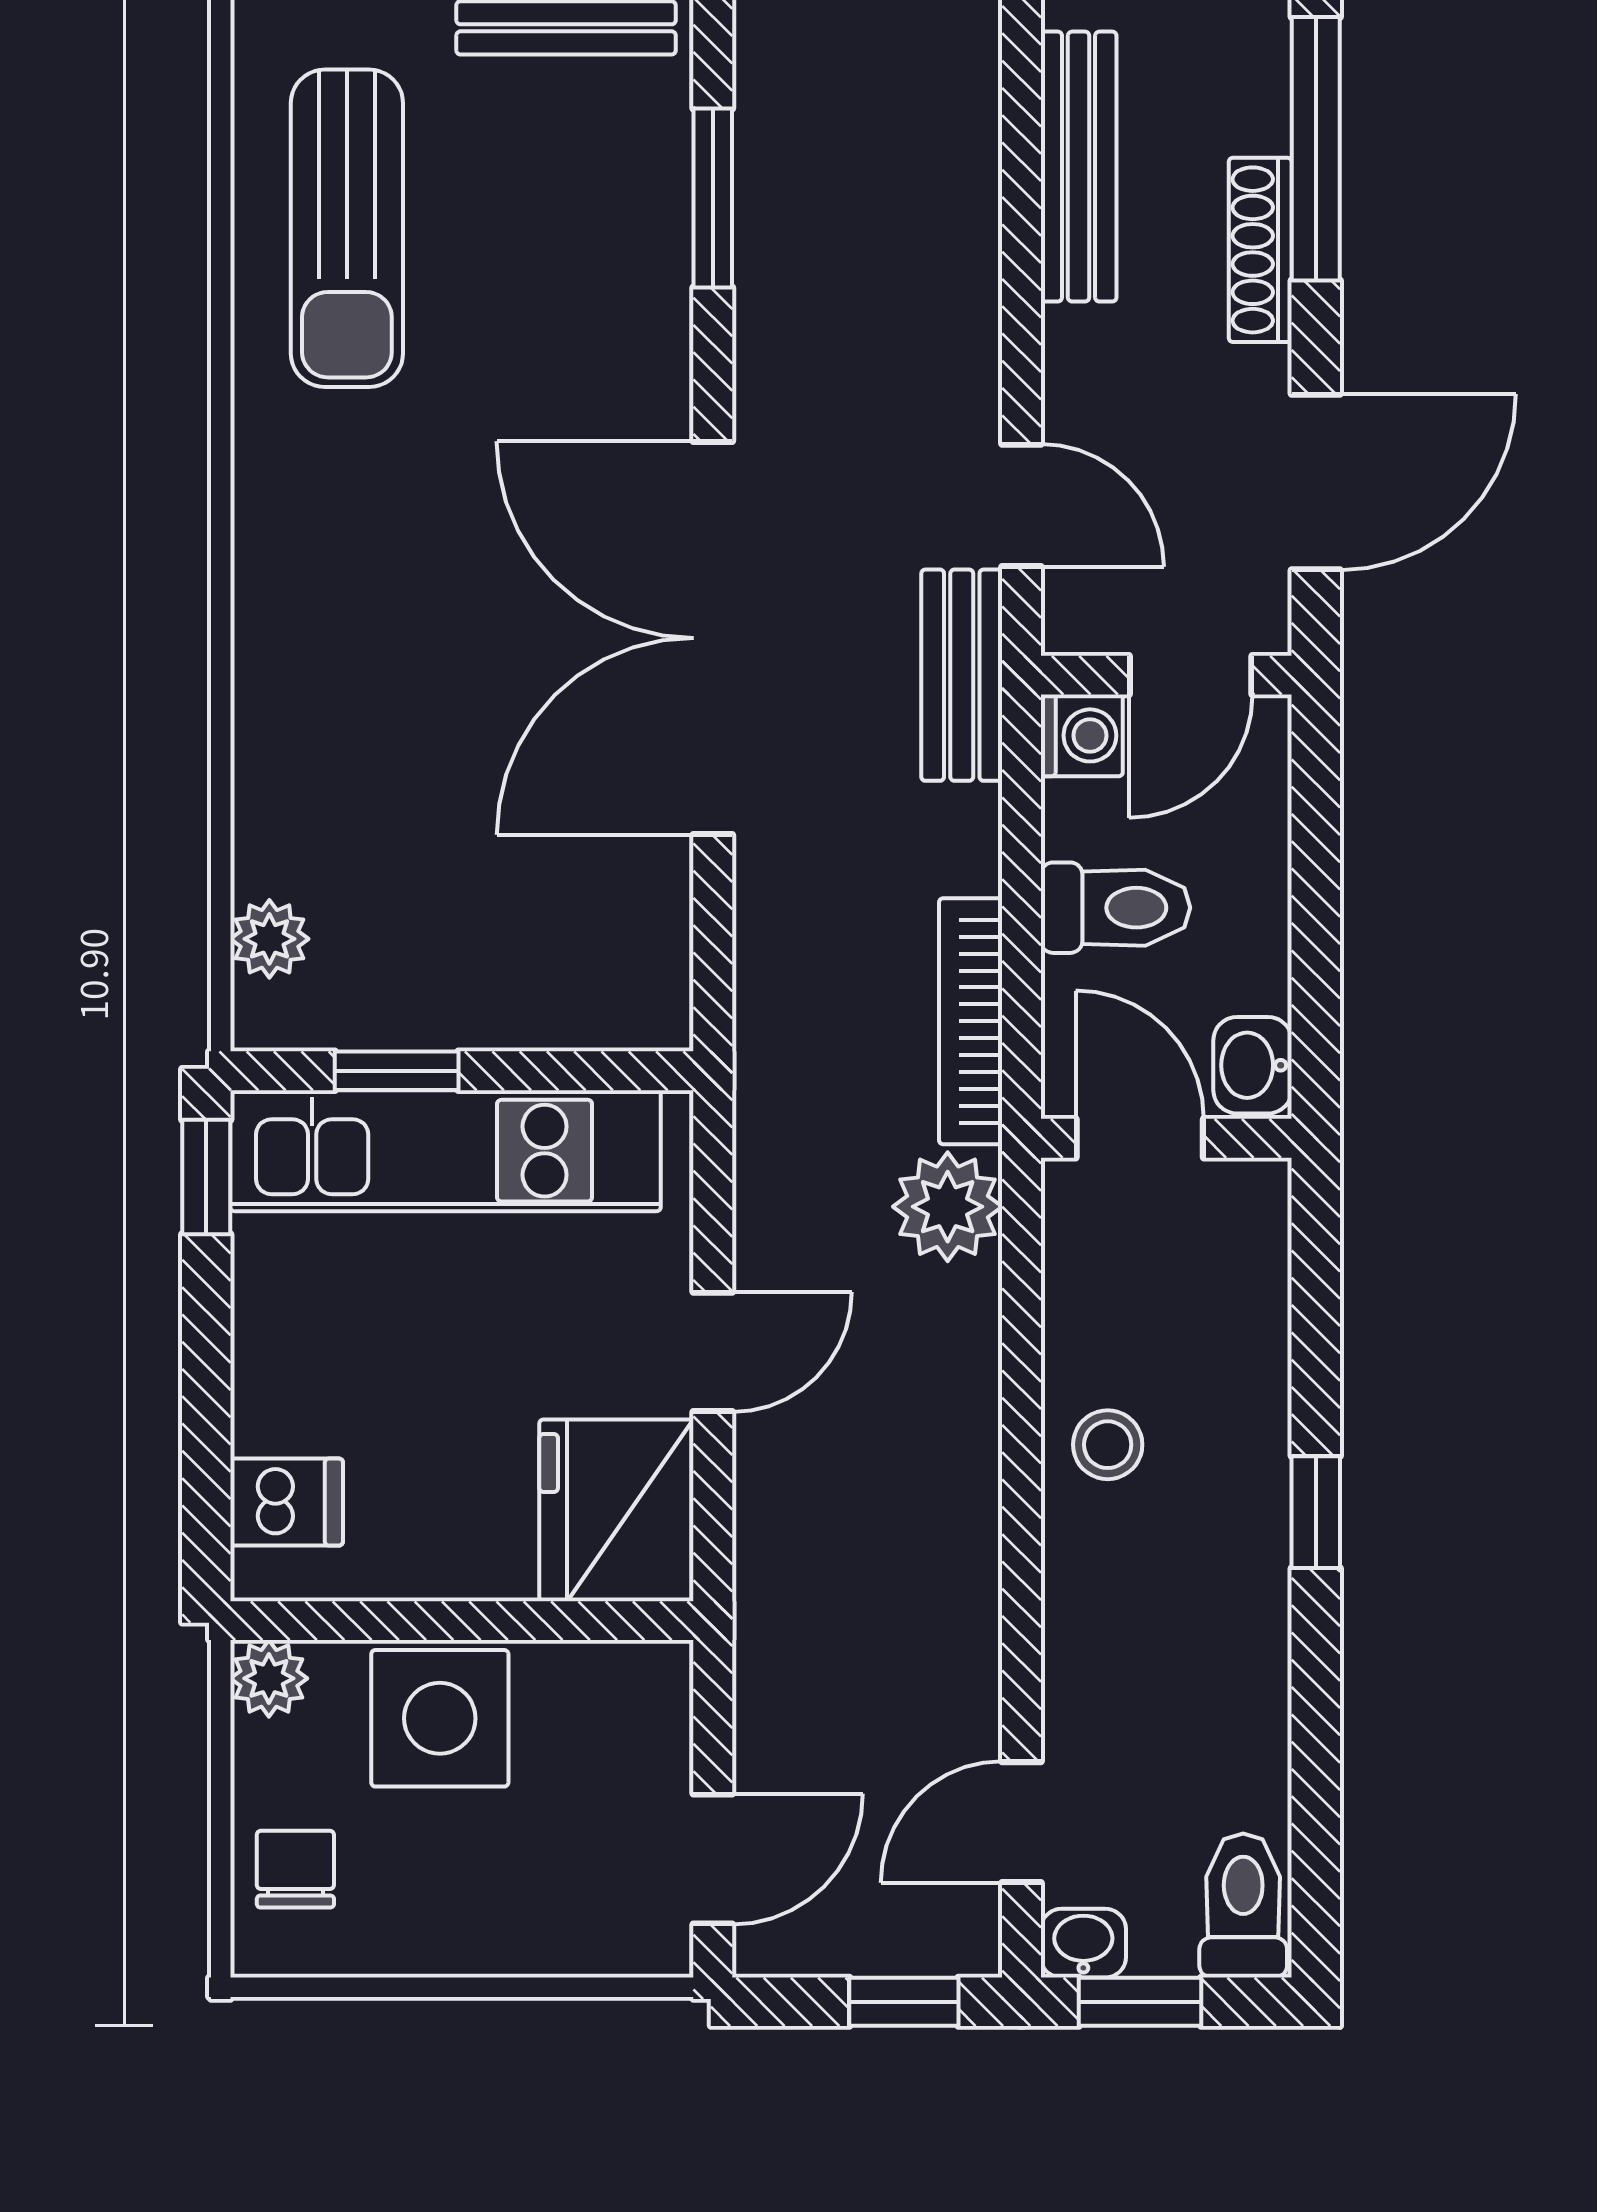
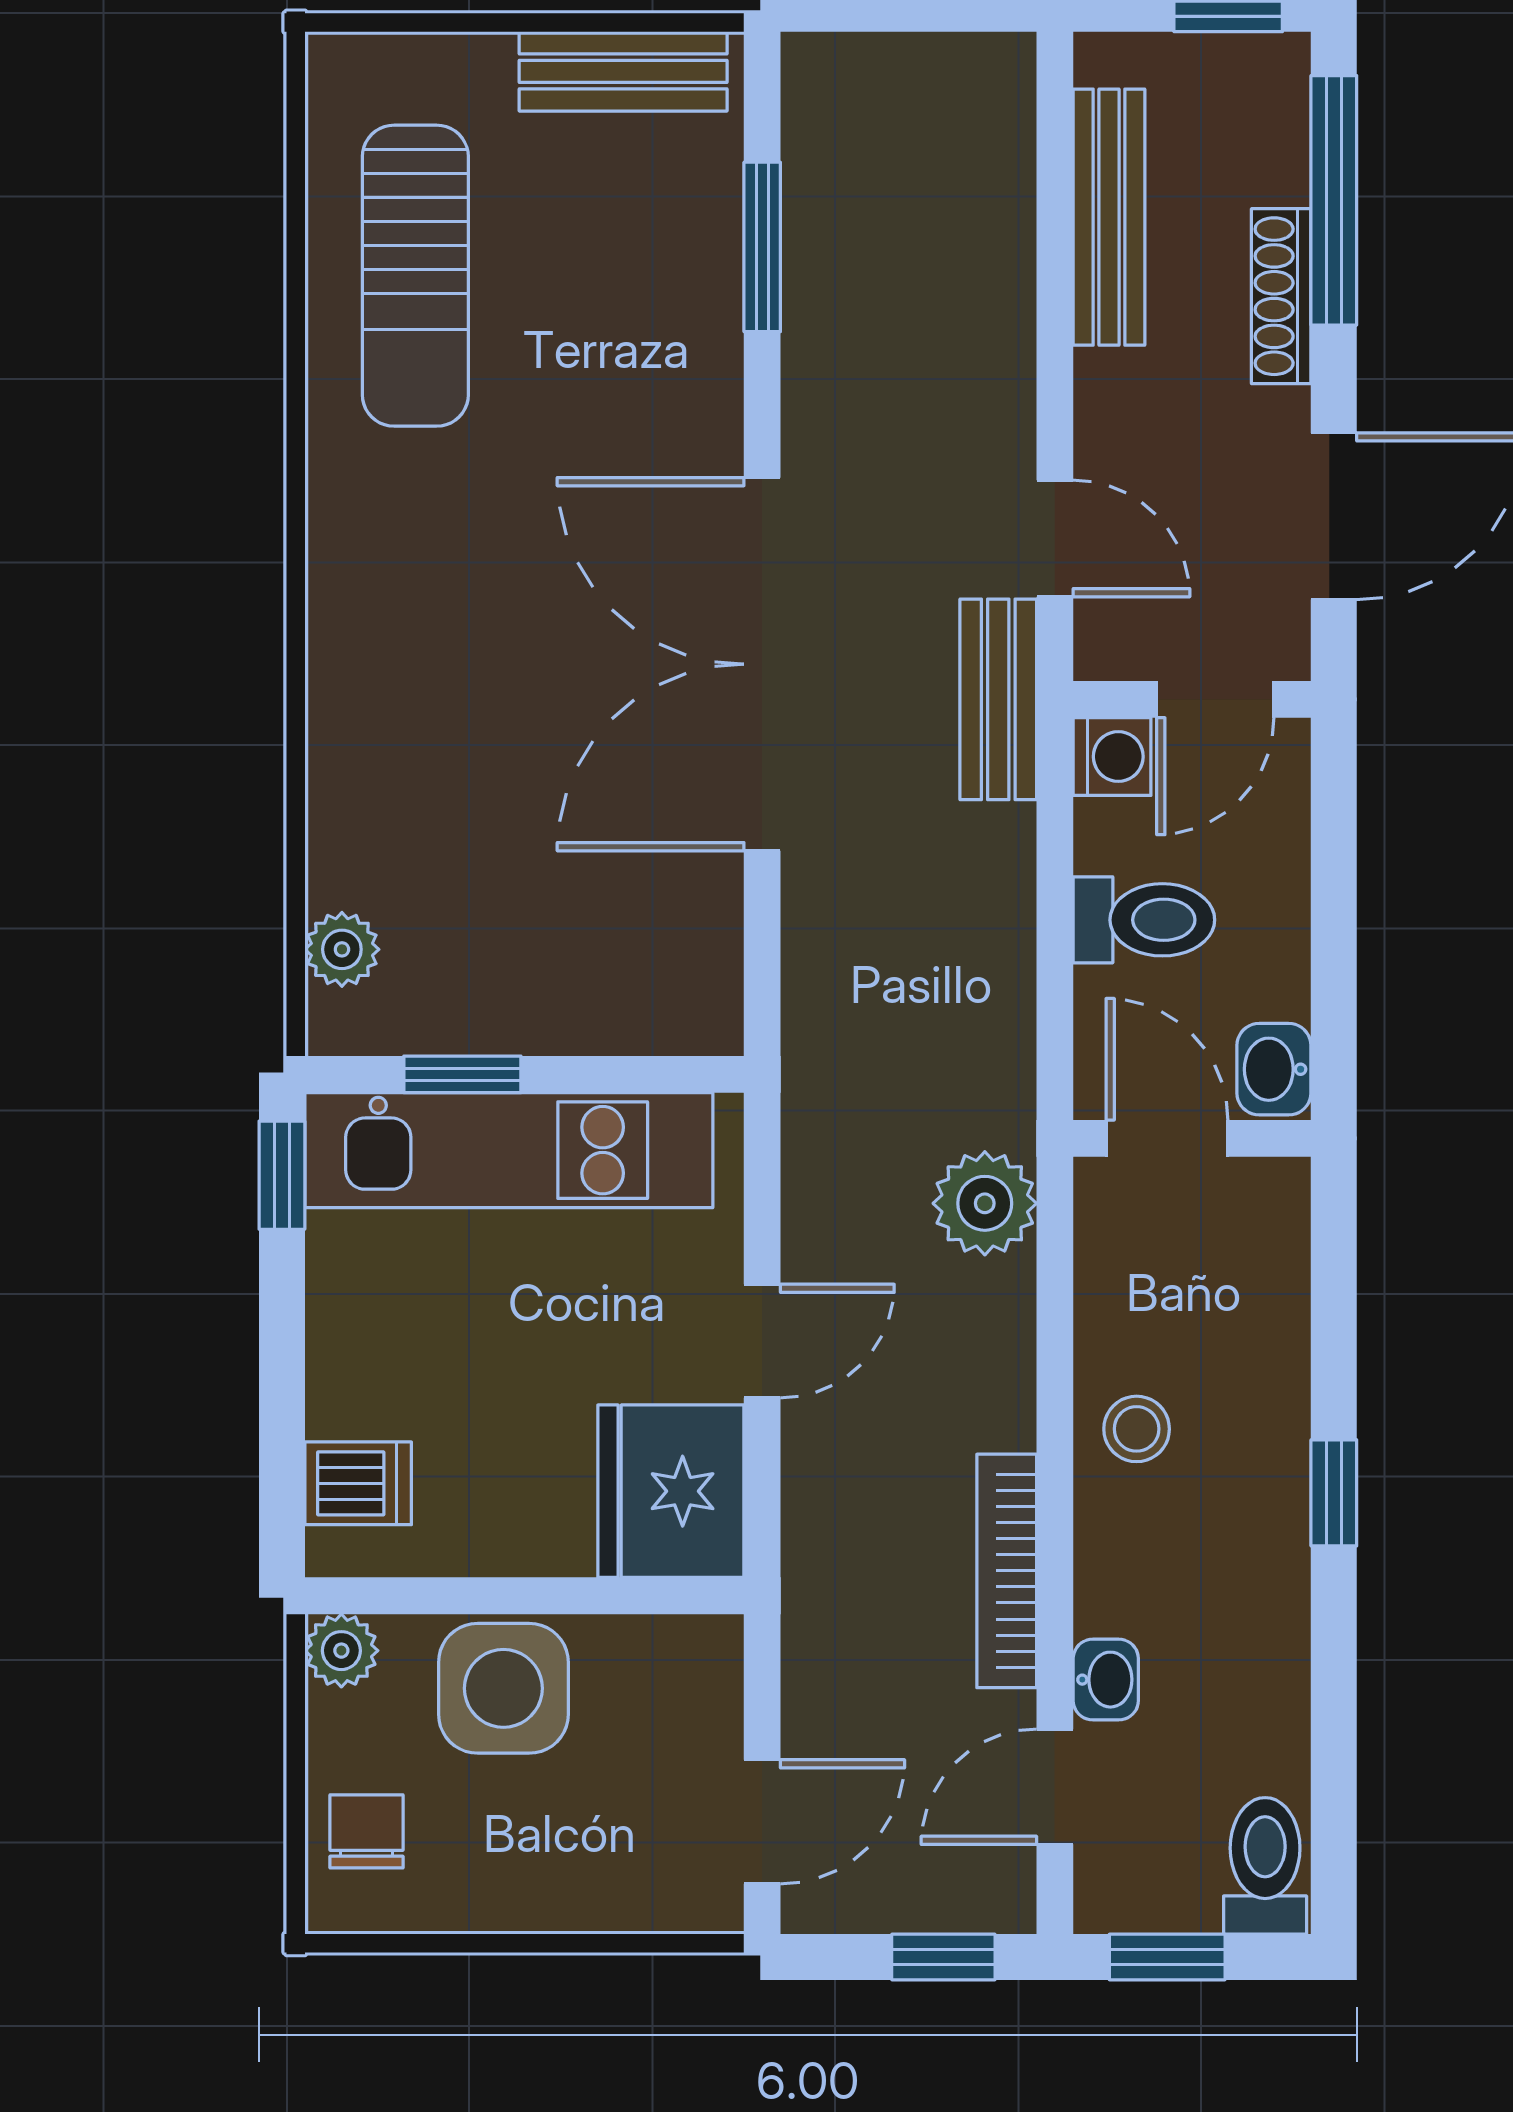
bookcase: (971, 1021) -> (1007, 1571), moved
washbasin: (1083, 1943) -> (1106, 1680), moved, turned 90

